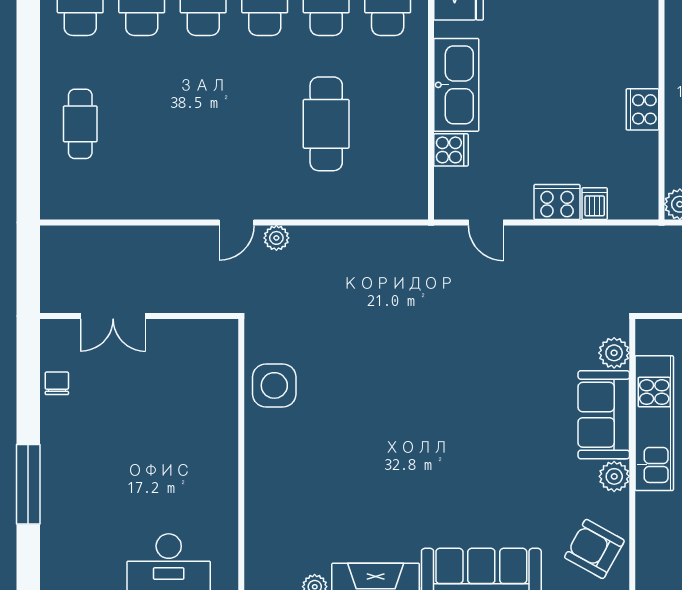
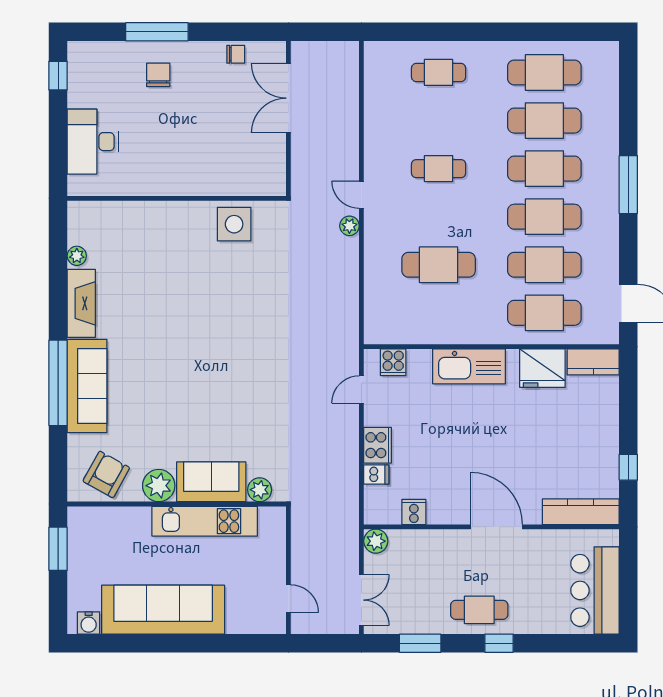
door: (661, 50) -> (496, 527), added
cooker: (642, 109) -> (414, 512), moved, width x0.73
cafe table: (203, 124) -> (439, 169), added
cooker: (451, 150) -> (393, 362), moved
double door: (113, 316) -> (288, 98), width x1.37
plant: (614, 476) -> (159, 486), width x1.36, depth x1.36
chair: (83, 482) -> (158, 75), added

